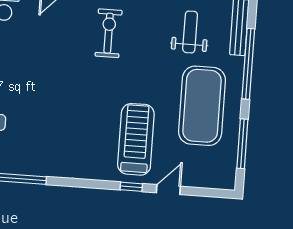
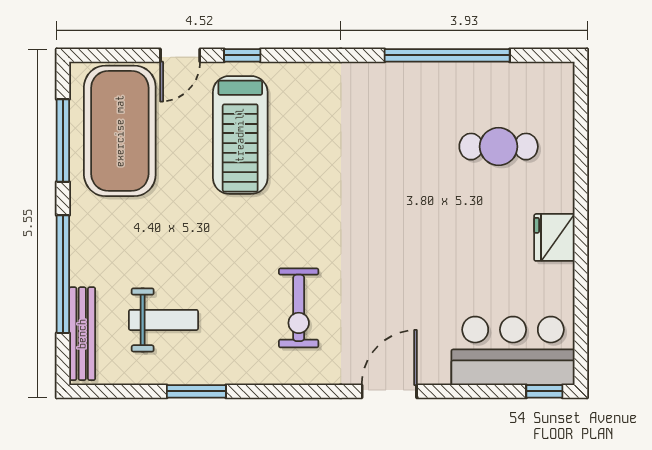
weight bench: (190, 32) -> (163, 320), turned -90
exercise mat: (202, 106) -> (120, 131), moved

